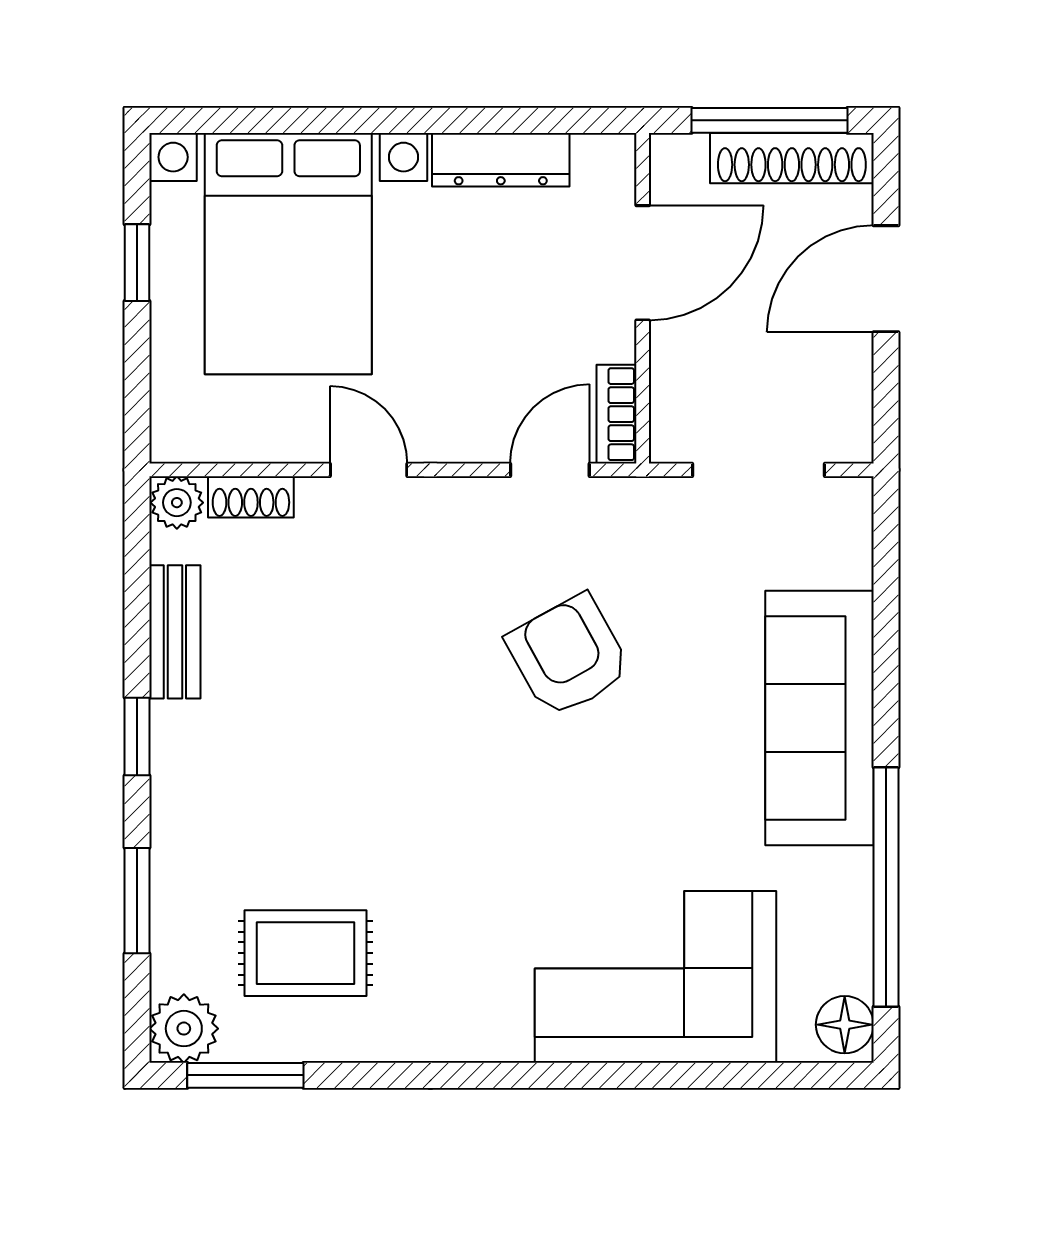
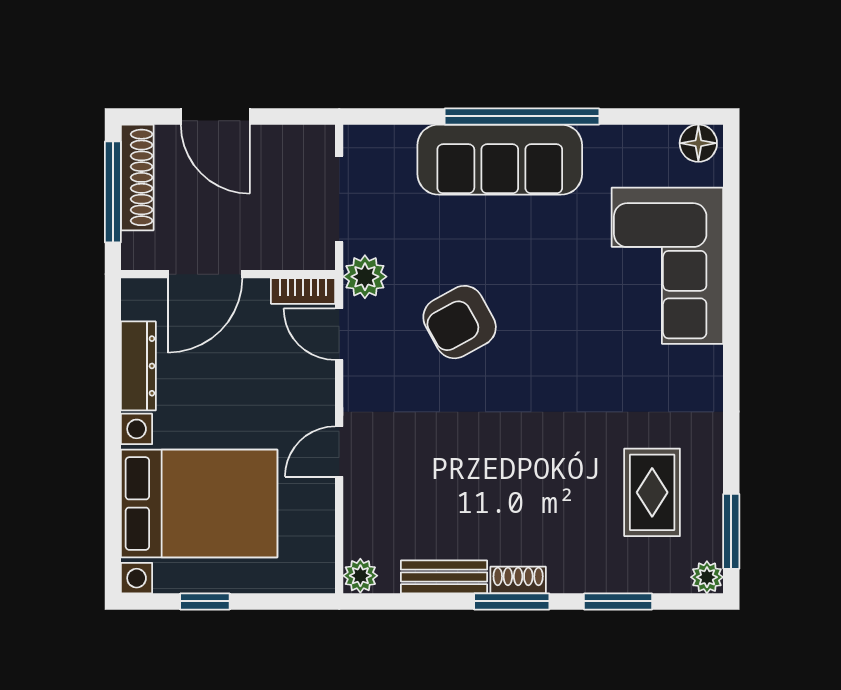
door: (643, 263) -> (205, 274), swing flipped
shoe rack: (251, 497) -> (518, 580), moved, turned -90
plant: (639, 510) -> (365, 277), added
window: (137, 736) -> (512, 601), width x1.50
window: (886, 887) -> (522, 116), moved
plant: (184, 1029) -> (707, 577), width x0.73, depth x0.73

